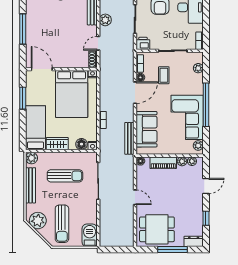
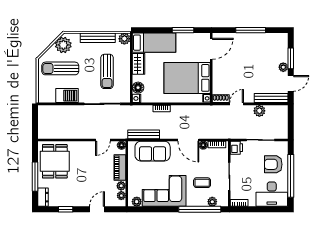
door: (98, 43) -> (237, 104), hinge flipped
coffee table: (164, 75) -> (202, 183), moved
window: (206, 105) -> (200, 209), moved
door: (206, 186) -> (97, 209), swing flipped
door: (135, 197) -> (103, 140), moved
barbecue: (90, 235) -> (67, 96), moved

